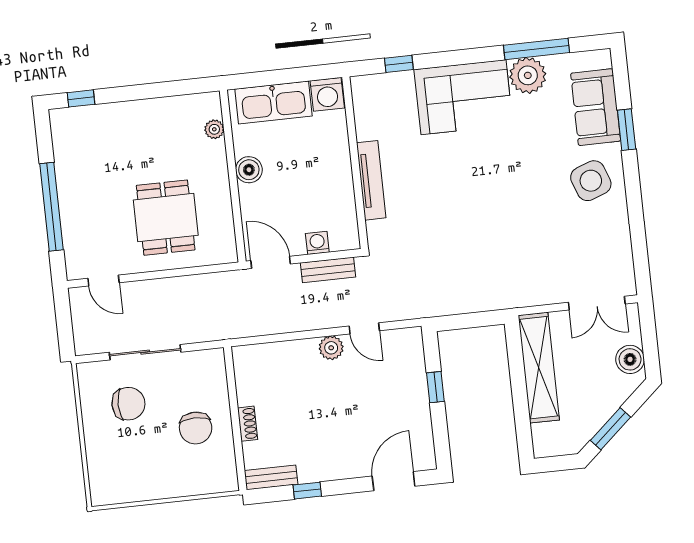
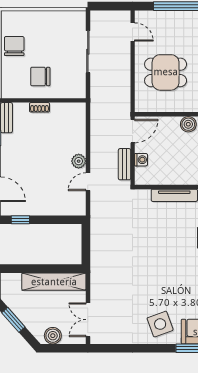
door: (104, 281) -> (133, 32), swing flipped
window: (435, 387) -> (20, 220), moved
chair: (128, 404) -> (14, 46), moved, turned 180

